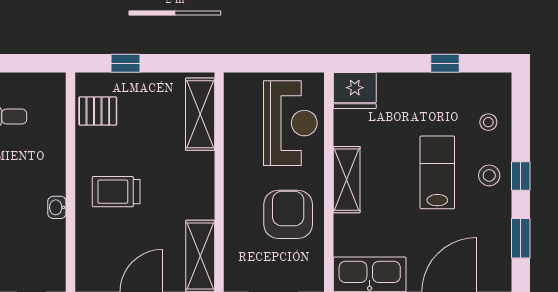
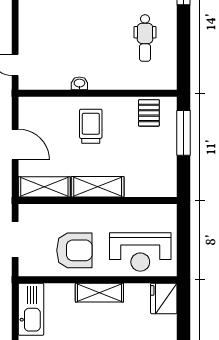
window: (125, 63) -> (183, 133), width x2.17
shelving: (200, 114) -> (98, 187), moved

